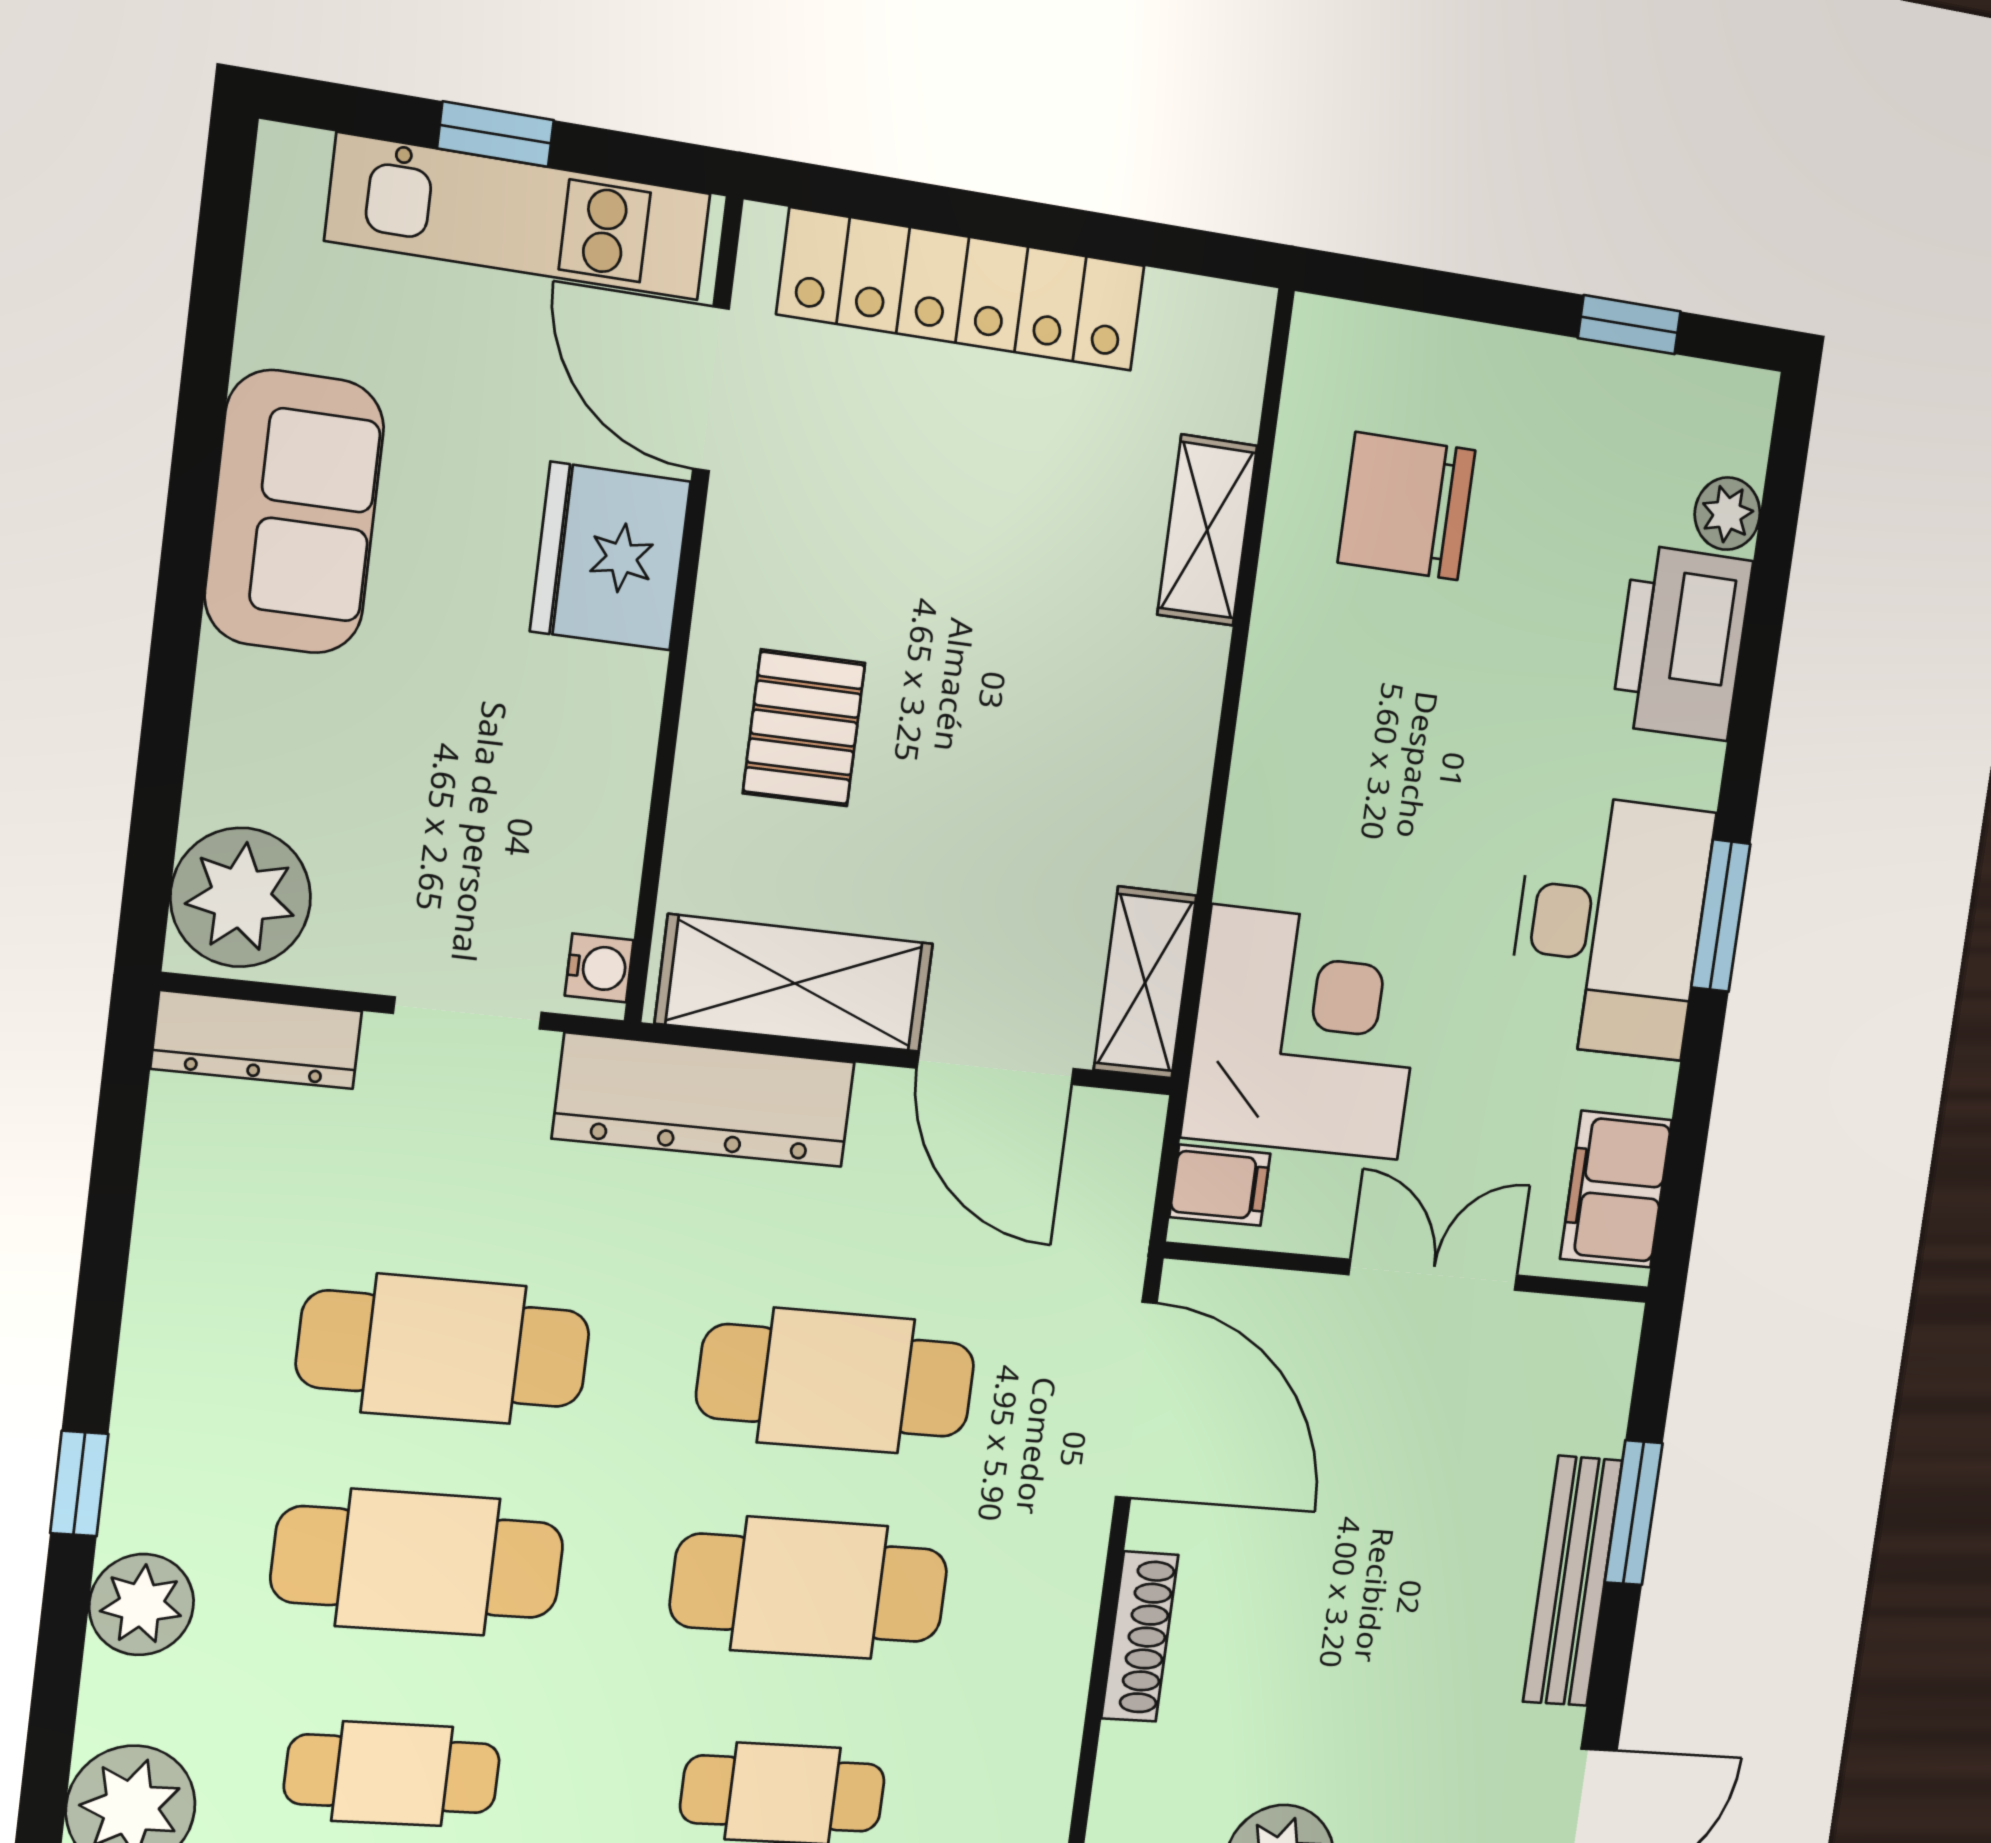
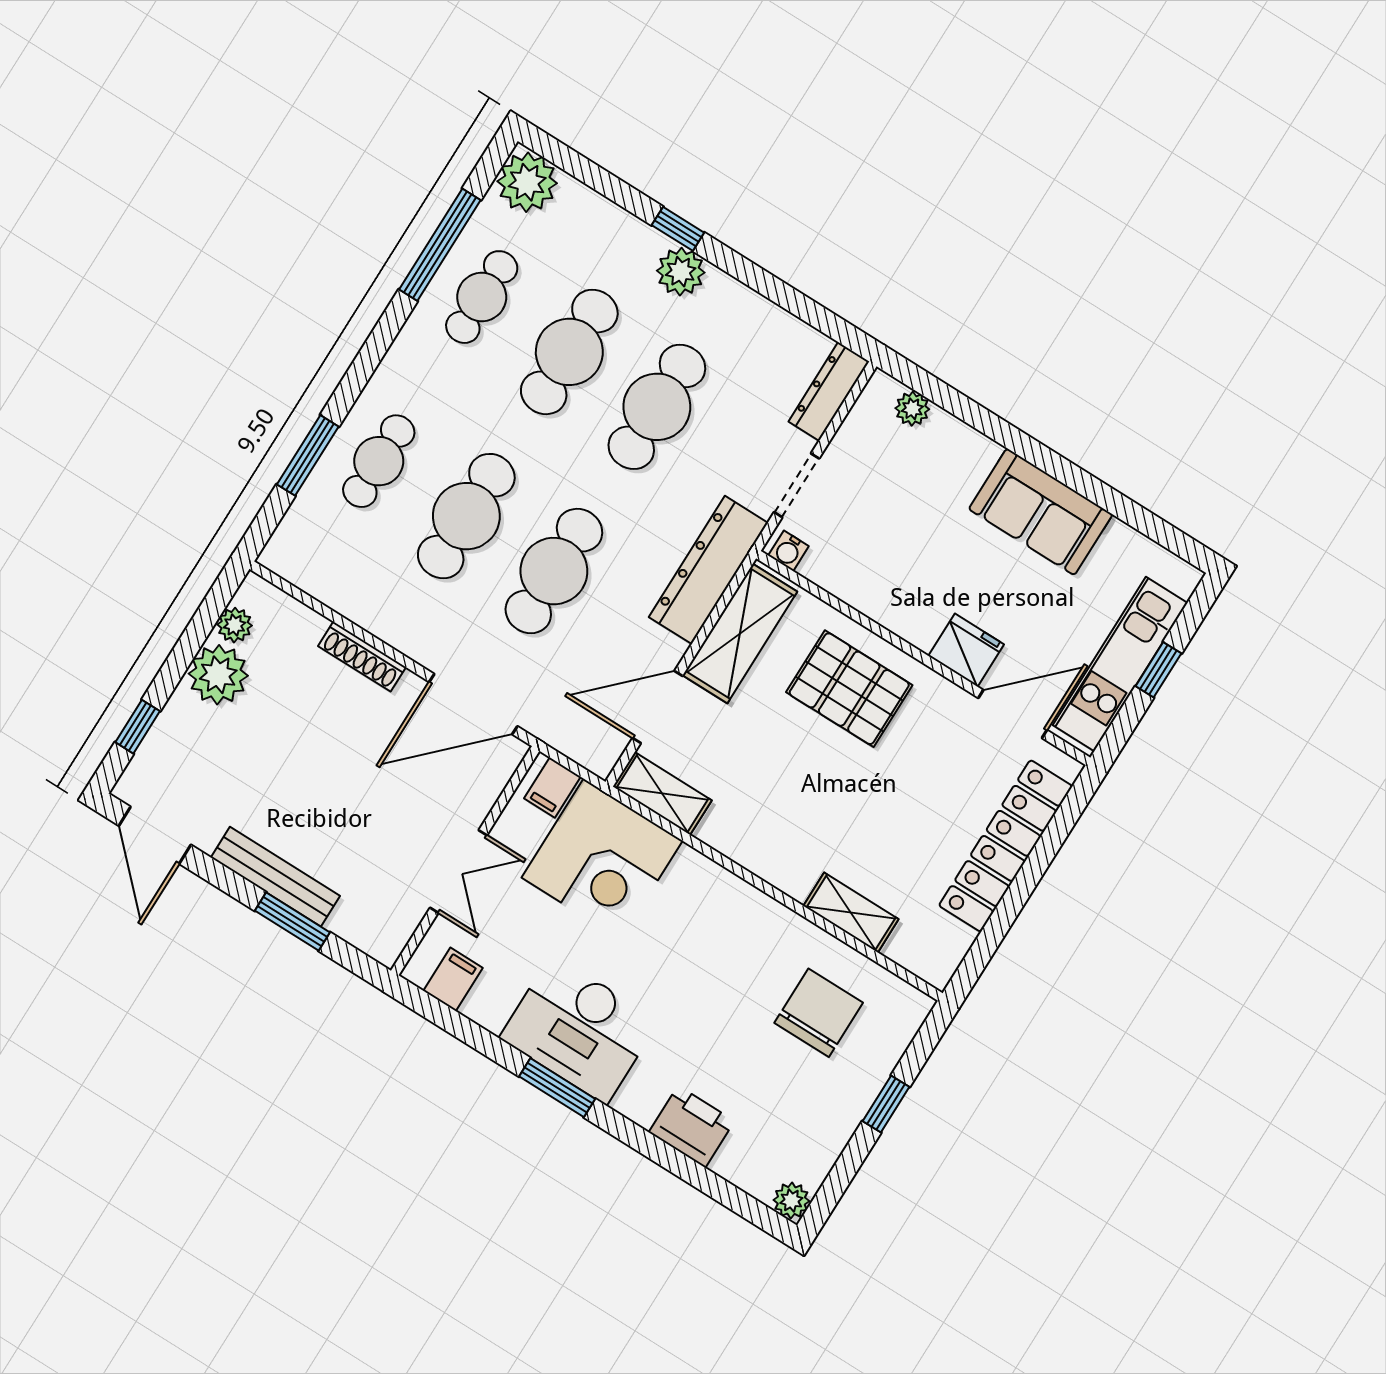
window: (1629, 325) -> (886, 1104), moved
plant: (1727, 514) -> (791, 1200), moved
fridge: (610, 556) -> (966, 650), width x0.73, depth x0.75
printer: (1682, 643) -> (692, 1127), width x0.73, depth x0.84
pallet: (804, 728) -> (849, 689), width x1.50, depth x1.42
plant: (241, 897) -> (912, 409), width x0.53, depth x0.53
filing cabinet: (1616, 1189) -> (453, 979), width x0.50
plant: (141, 1605) -> (681, 272), moved

